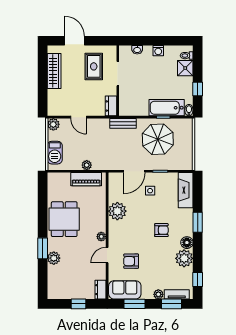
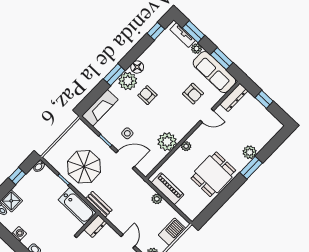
bathtub: (167, 108) -> (77, 206), moved
plant: (101, 237) -> (186, 146), moved
plant: (184, 258) -> (128, 81), moved
dresser: (101, 290) -> (234, 97), width x1.44
sofa: (125, 290) -> (214, 72), width x1.36

